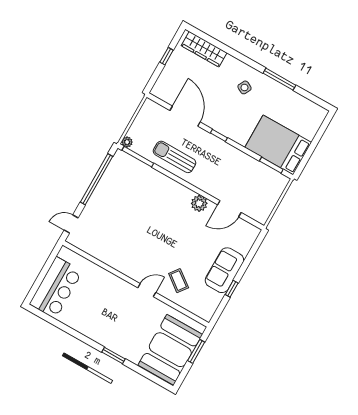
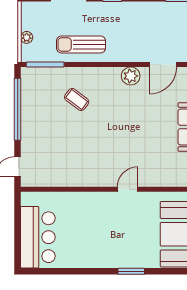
plant: (127, 142) -> (27, 37), moved
coffee table: (179, 281) -> (77, 99), moved

